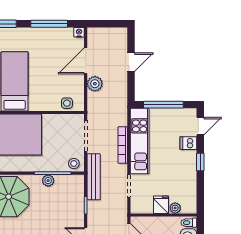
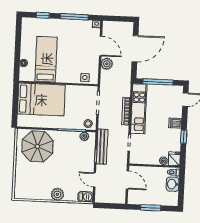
door: (86, 61) -> (101, 46), swing flipped
door: (131, 62) -> (135, 49), width x1.88
dishwasher: (188, 143) -> (175, 123), moved
window: (200, 162) -> (184, 137), moved
bench: (94, 177) -> (102, 147), moved
plant: (48, 181) -> (84, 136), moved
fridge: (161, 205) -> (174, 159), moved

